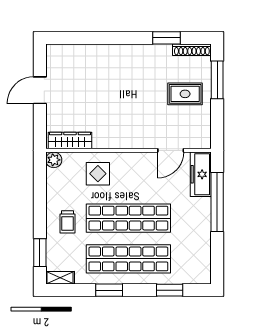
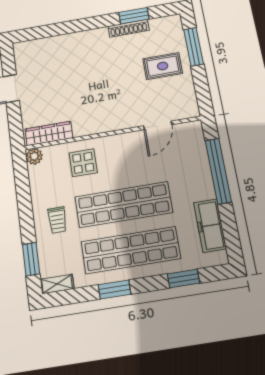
shoe rack: (192, 50) -> (129, 28), moved
freezer: (201, 174) -> (210, 226), moved

